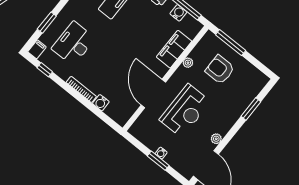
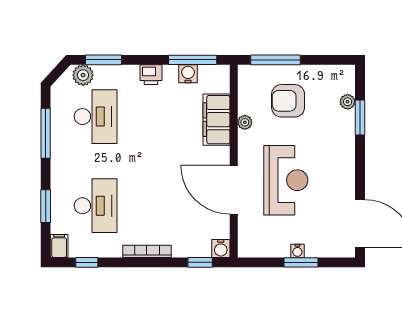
desk: (73, 43) -> (96, 206), turned 180
water cooler: (101, 103) -> (221, 249), moved
window: (105, 118) -> (200, 262), added
plant: (216, 139) -> (348, 102), moved

